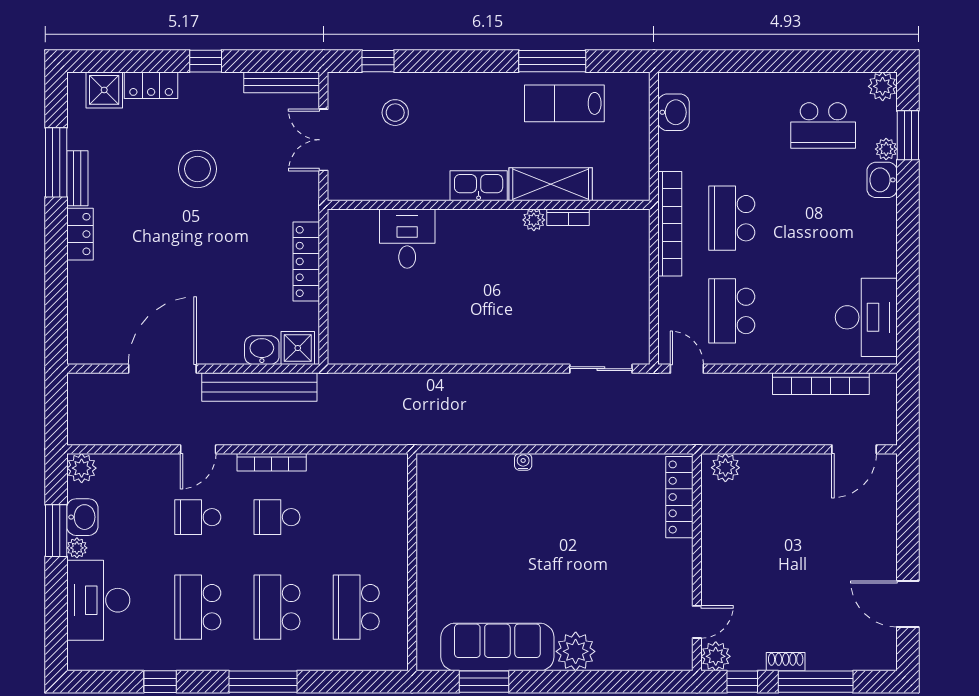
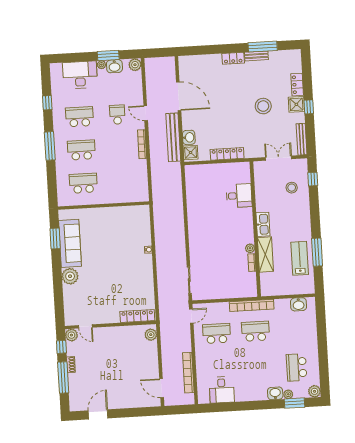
shower: (104, 90) -> (296, 104), moved
desk: (866, 317) -> (222, 390), width x0.73
school desk: (277, 517) -> (119, 148), removed

